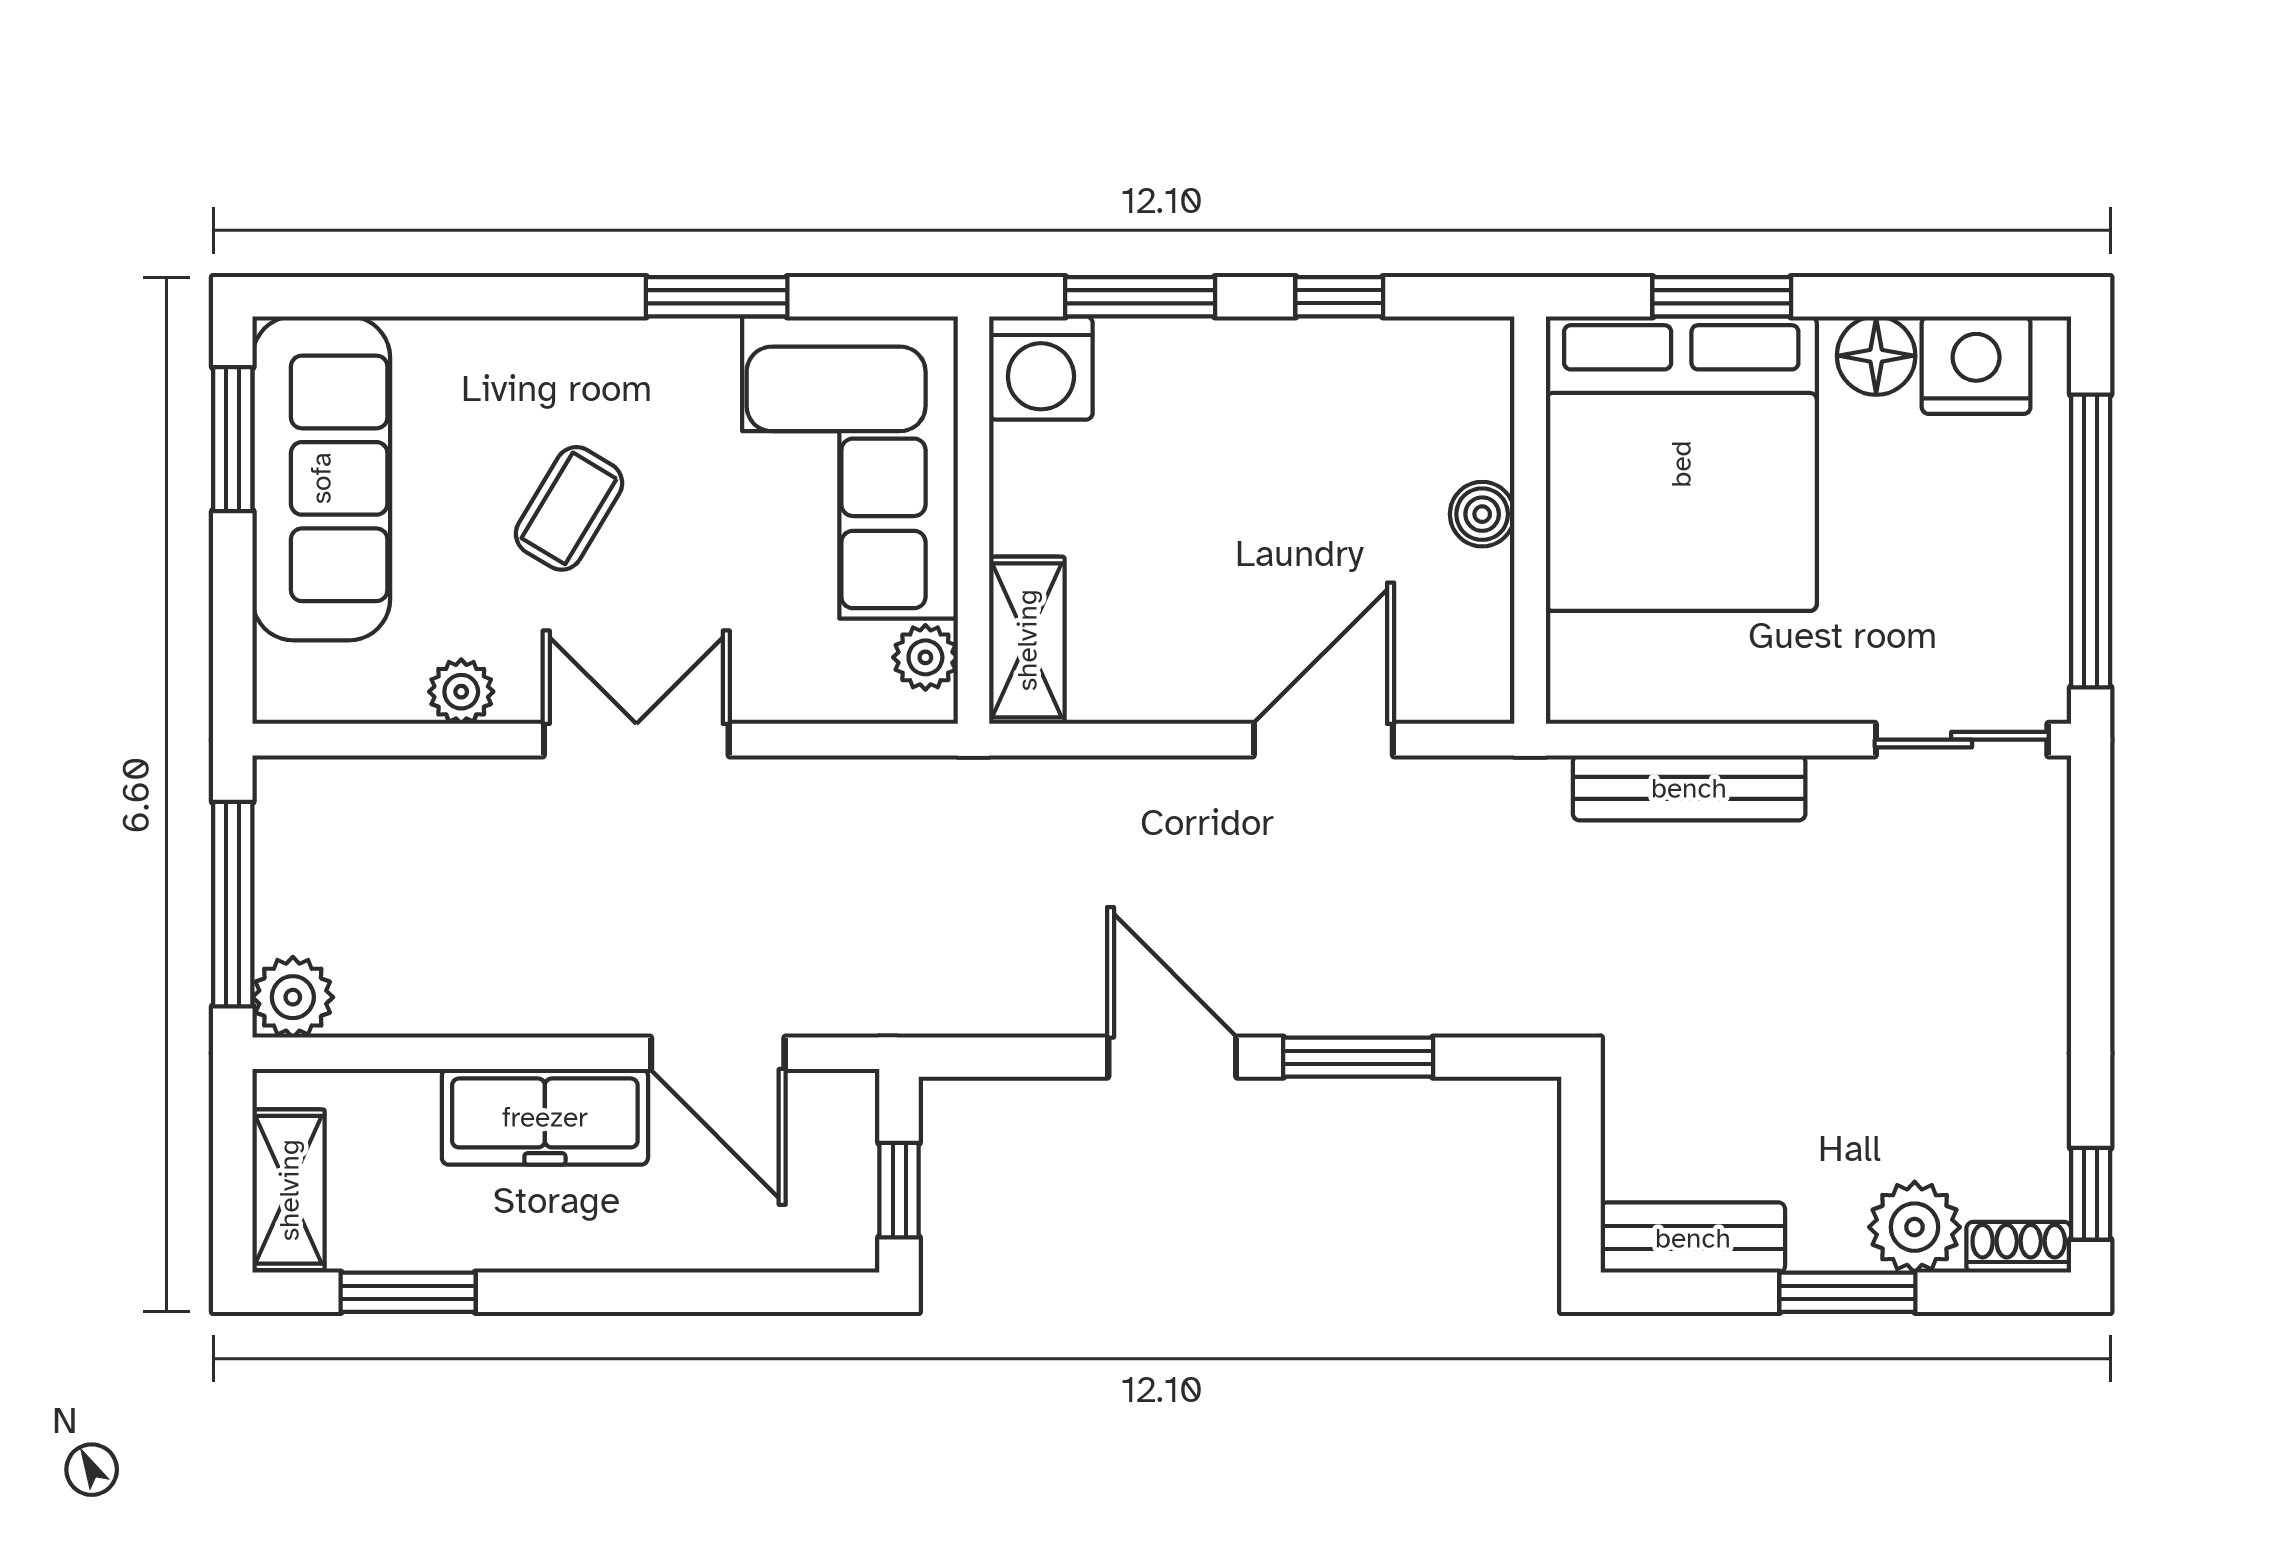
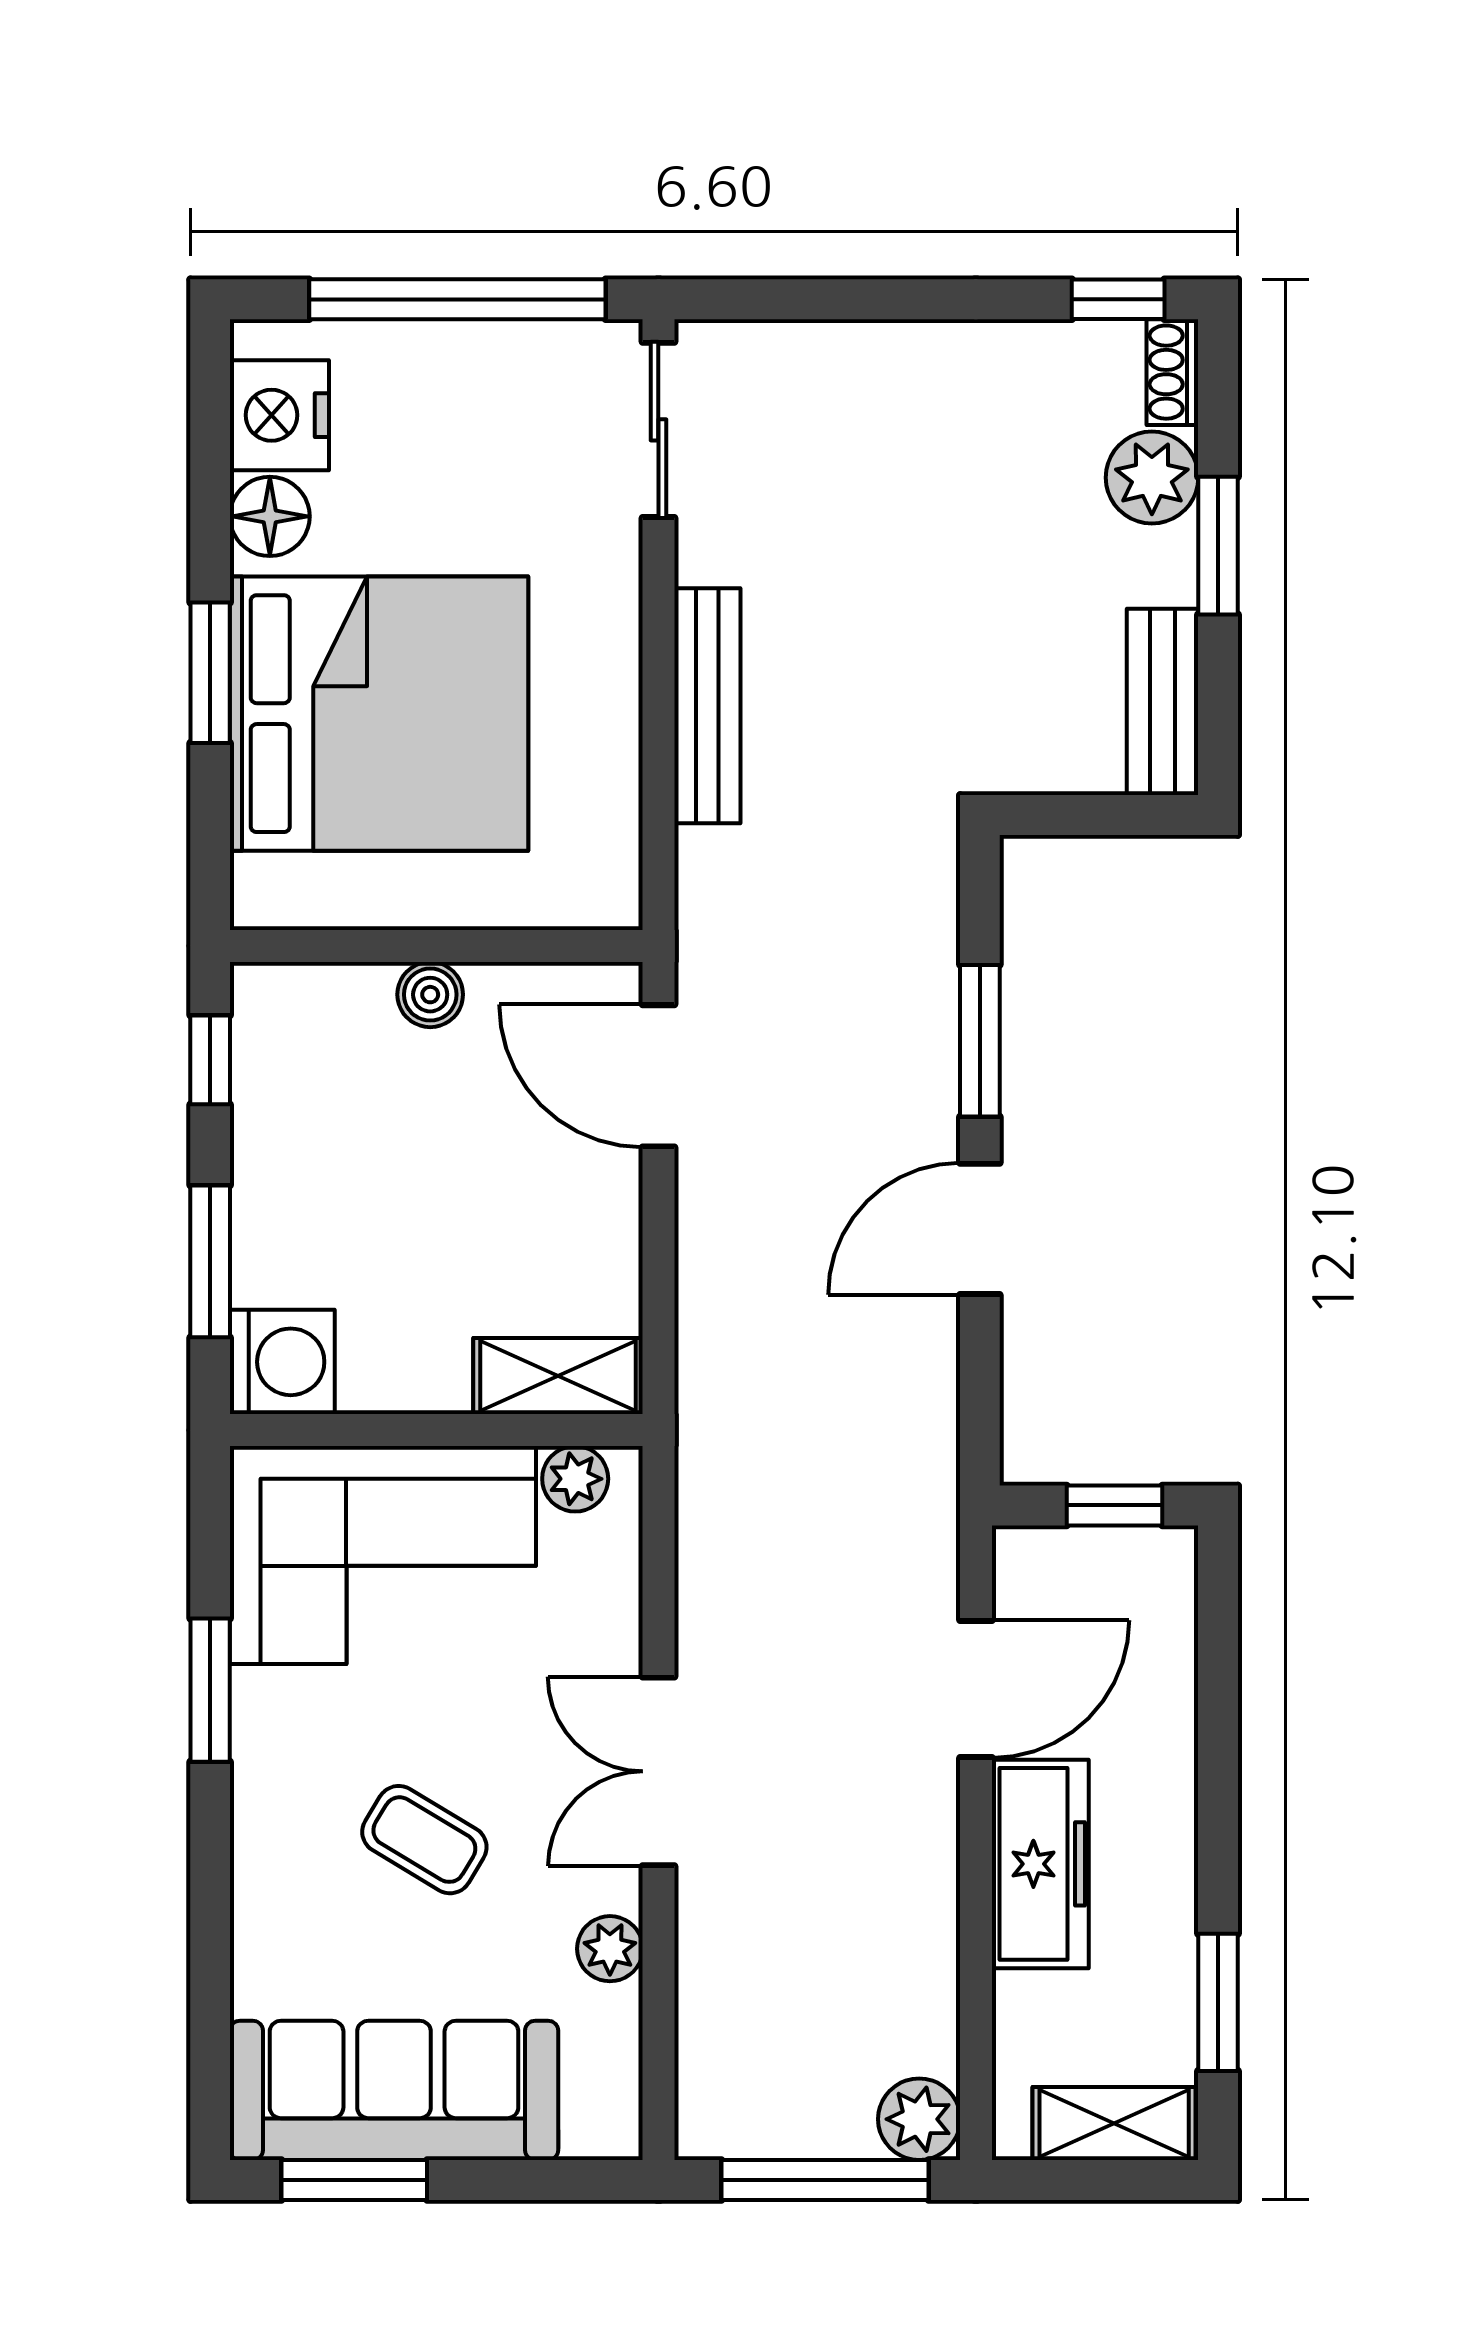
boiler: (1482, 514) -> (430, 995), moved
wall: (1530, 520) -> (436, 946), moved

